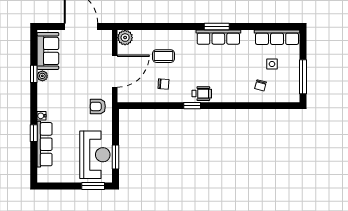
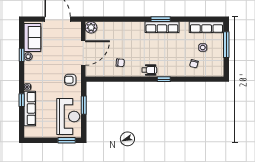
coffee table: (164, 56) -> (120, 41), removed
window: (303, 77) -> (226, 45), moved
window: (192, 106) -> (164, 79), moved
window: (115, 157) -> (84, 105), moved

